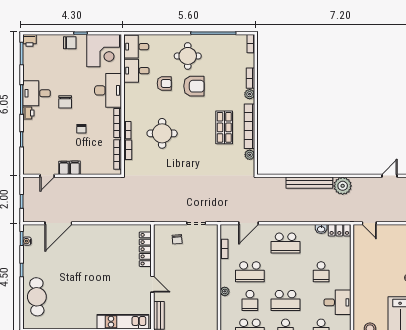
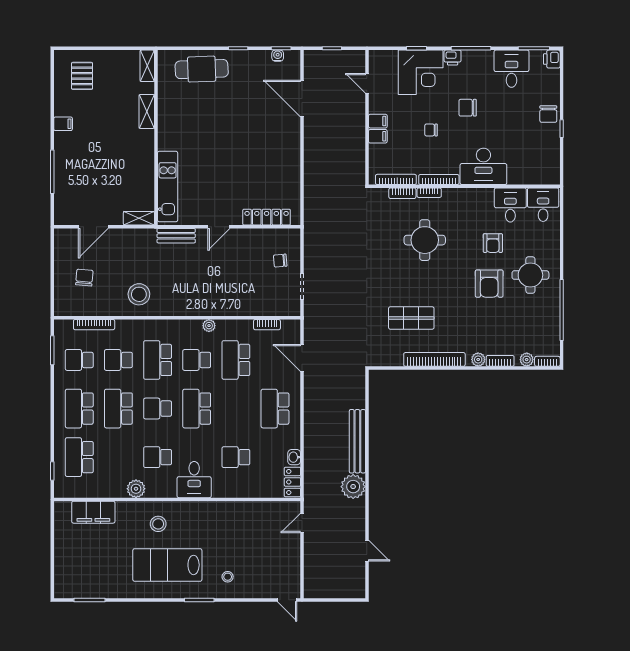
corner desk: (103, 51) -> (421, 72), moved, turned -90
desk: (37, 93) -> (512, 69), moved
shop shelf: (224, 127) -> (411, 318), moved
plant: (250, 155) -> (527, 360), moved
filing cabinet: (64, 168) -> (378, 136), moved

